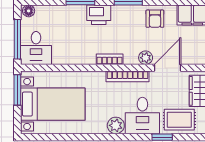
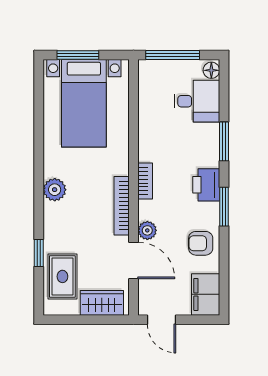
printer: (99, 15) -> (206, 185), moved
desk: (36, 48) -> (197, 101), moved, turned 180
window: (17, 90) -> (78, 55), moved
desk: (142, 116) -> (68, 226), removed

